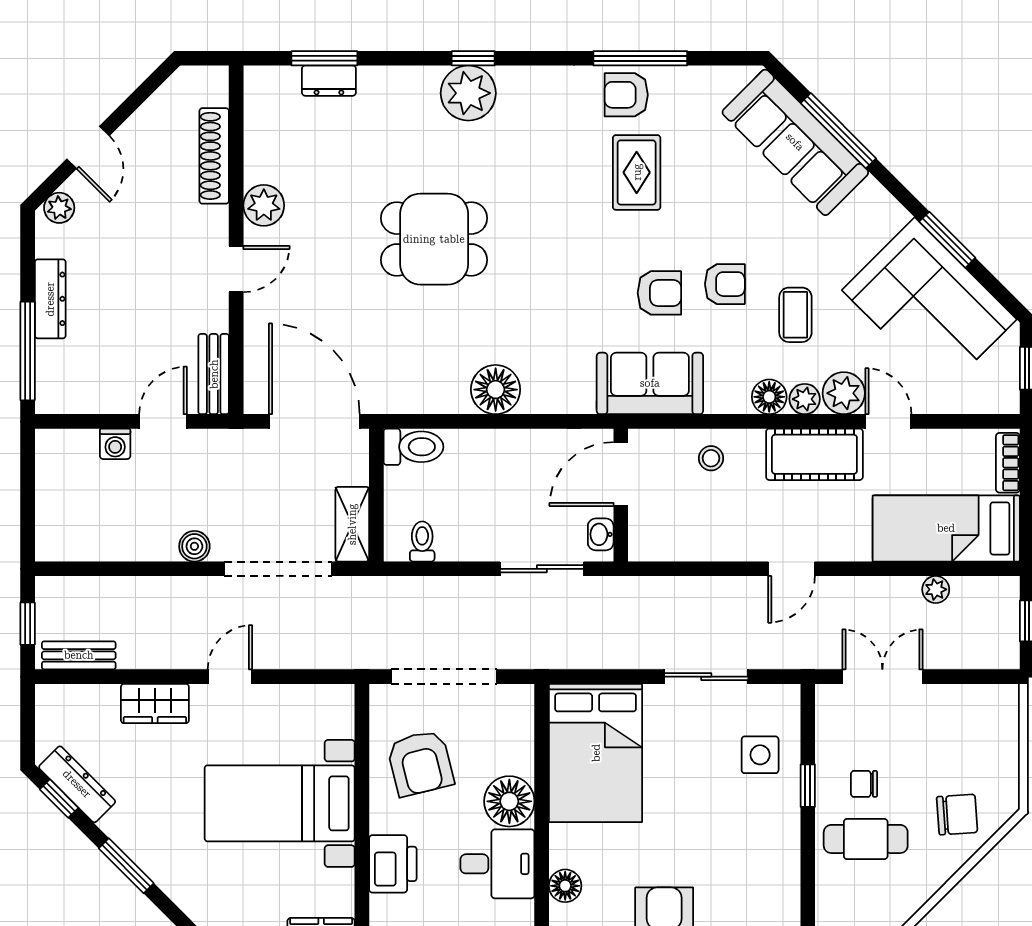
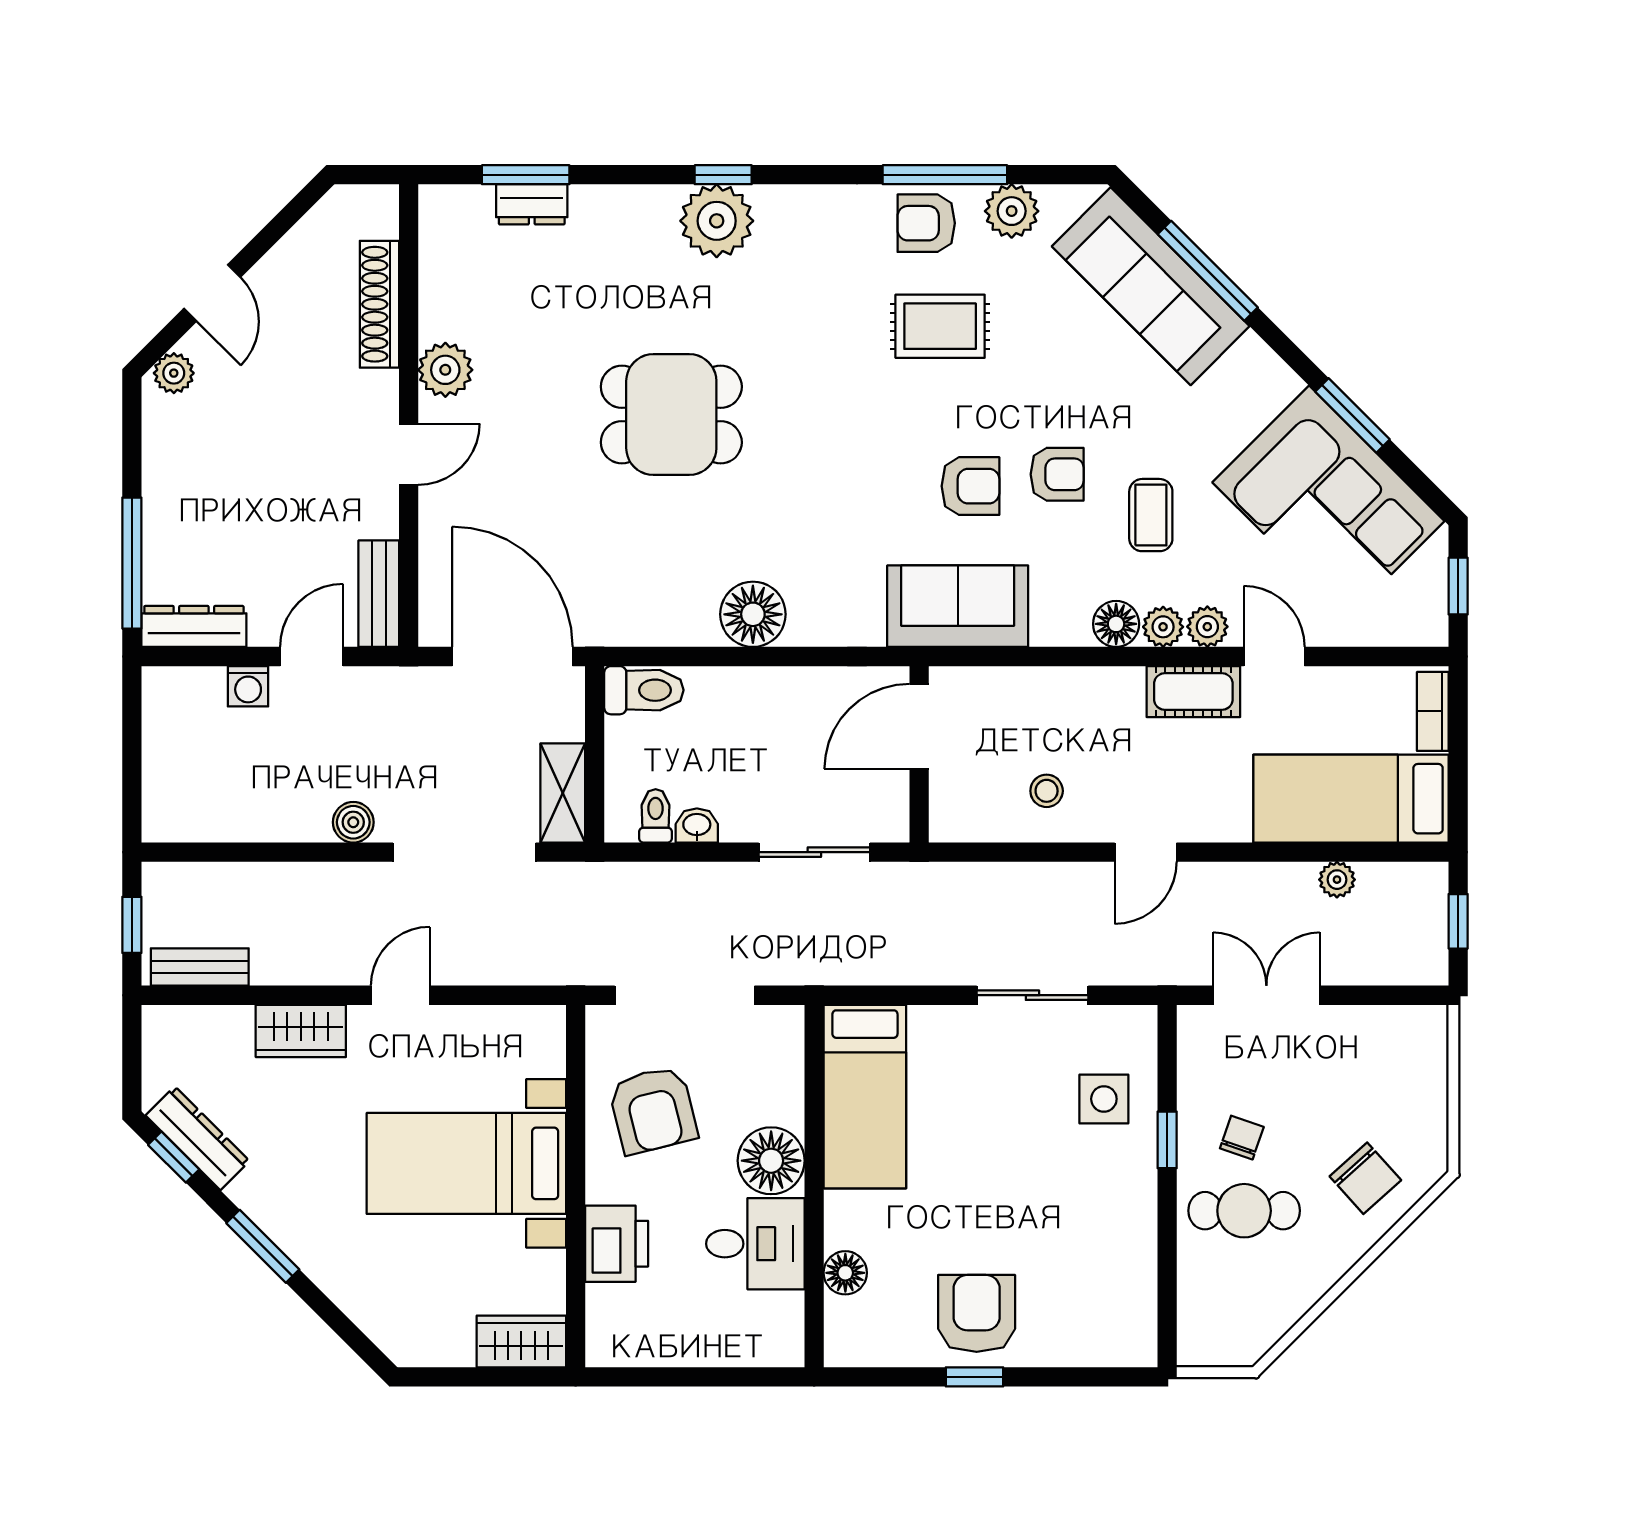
plant: (691, 86) -> (1012, 211), added
rug: (637, 172) -> (940, 326), turned 90
dresser: (50, 299) -> (194, 626), moved, turned -90
plant: (844, 393) -> (1207, 627), width x0.73, depth x0.73
cot: (814, 454) -> (1193, 692), width x0.73, depth x0.75
stool: (711, 458) -> (1047, 791), moved
washbasin: (601, 534) -> (697, 826), moved, turned 90
bed: (596, 753) -> (865, 1097), width x0.67
chair: (864, 784) -> (1242, 1138), turned 109
chair: (957, 815) -> (1365, 1178), turned 52

